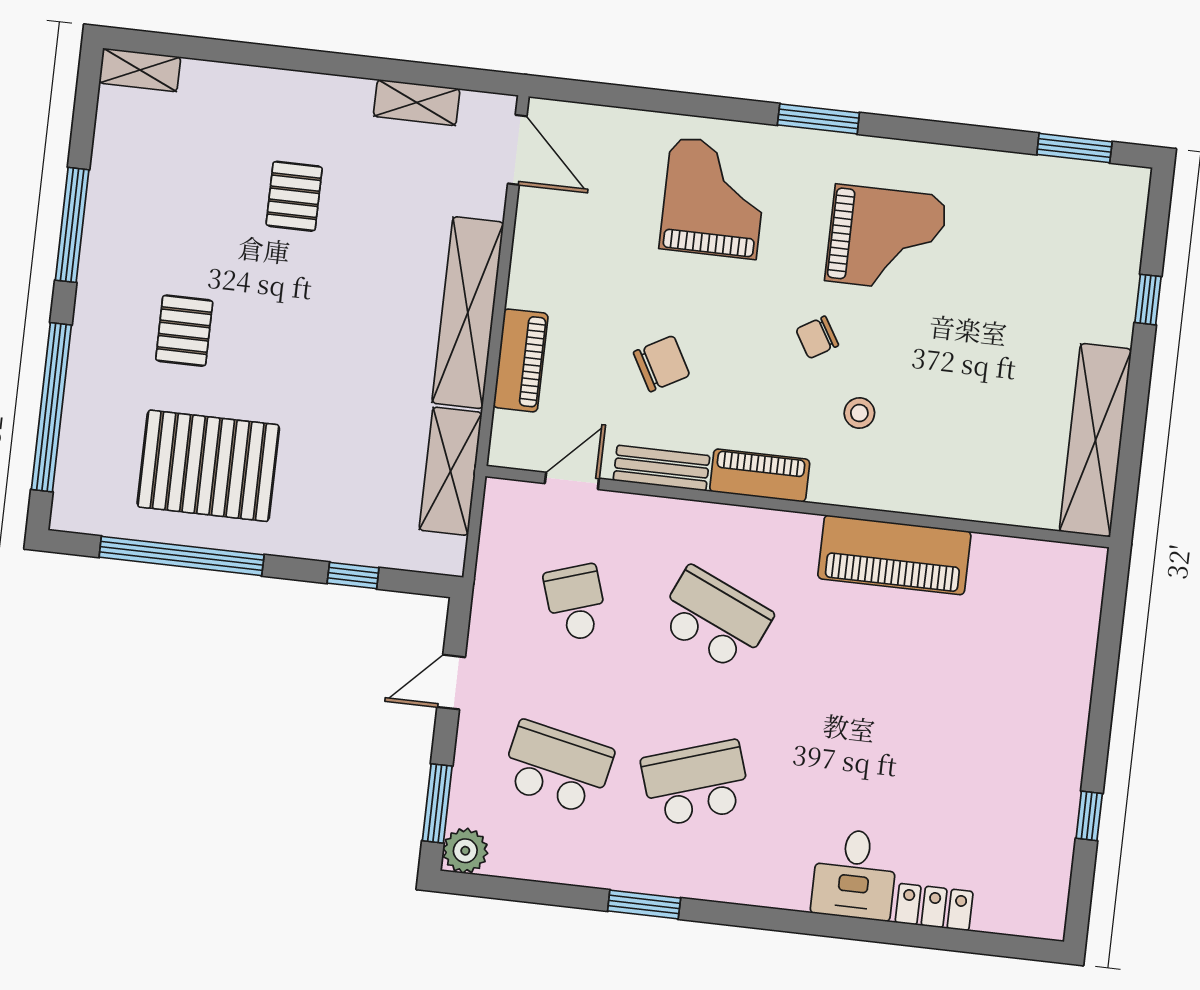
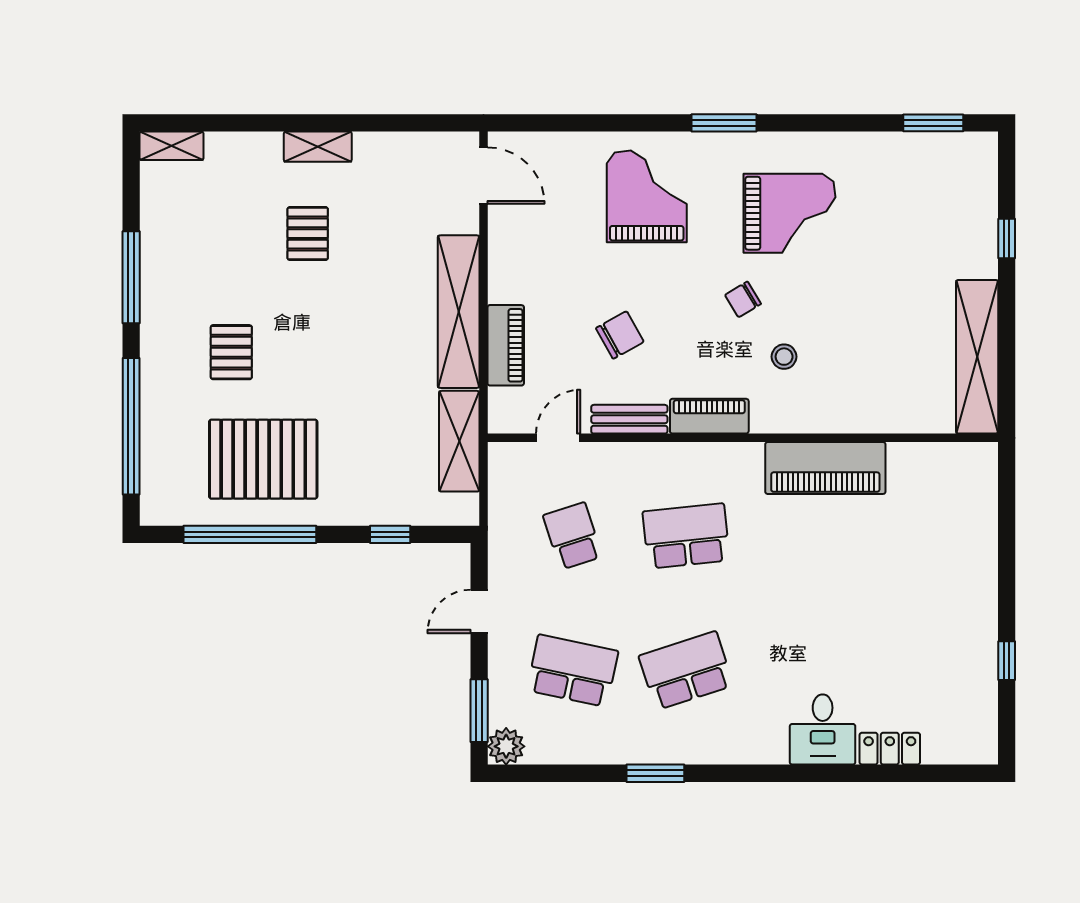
shelving: (417, 103) -> (318, 147), moved
school desk: (715, 619) -> (686, 536), turned -30

